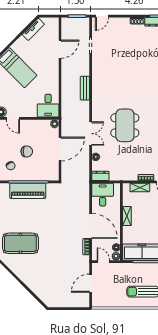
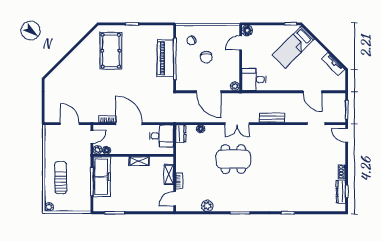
double door: (91, 134) -> (237, 124), moved
door: (91, 226) -> (129, 124), swing flipped

